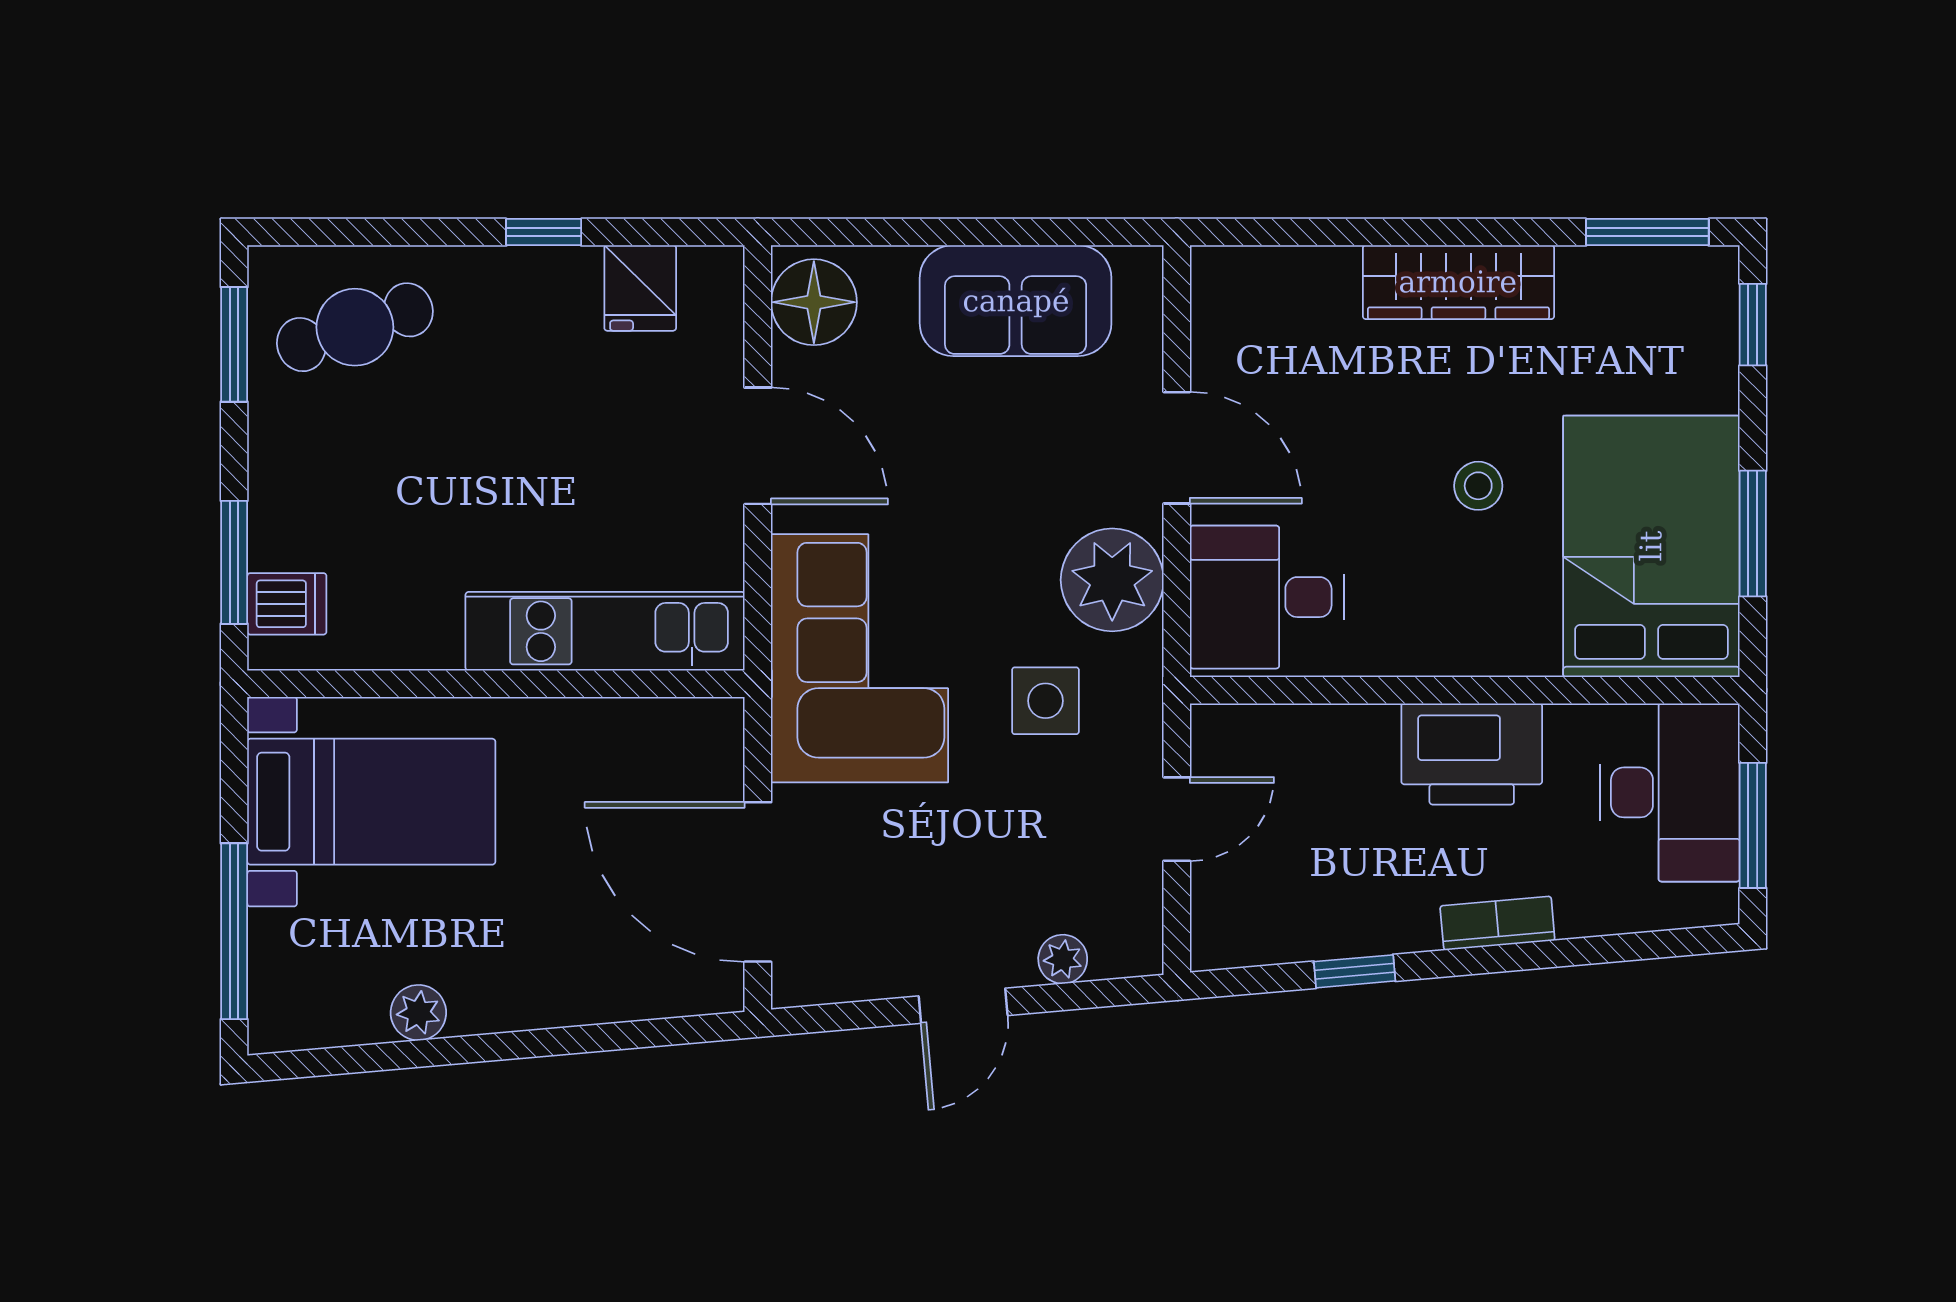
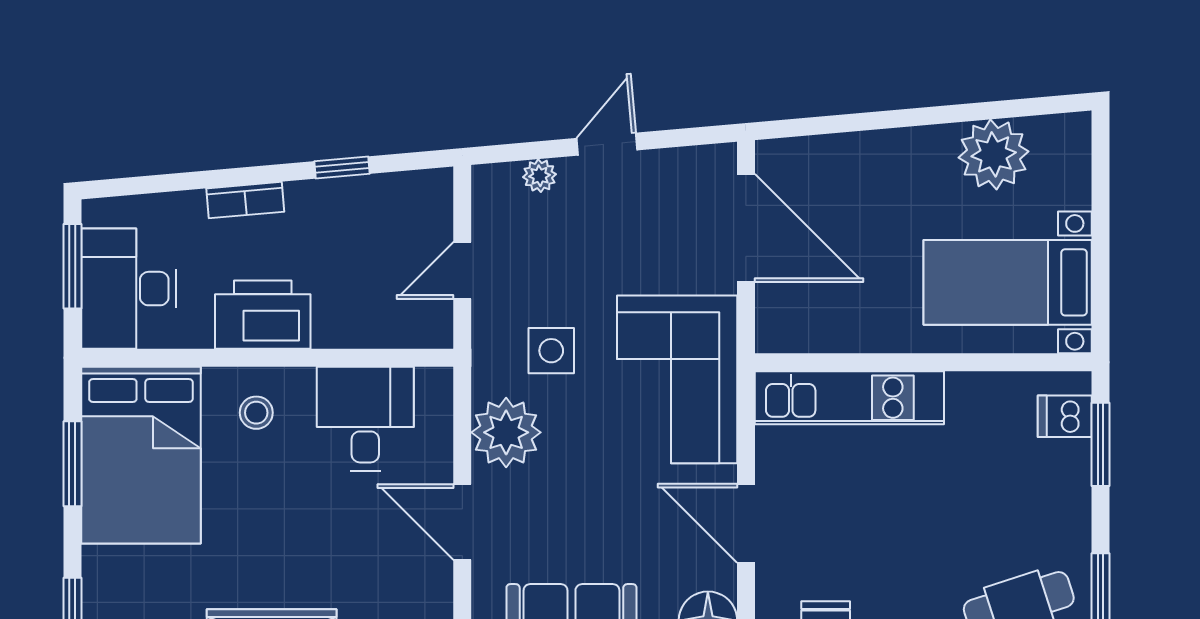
stool: (1478, 486) -> (256, 413), moved
desk: (1267, 597) -> (365, 419), moved, turned -90
window: (234, 931) -> (1100, 195), removed
plant: (418, 1013) -> (994, 154), width x1.87, depth x1.87

